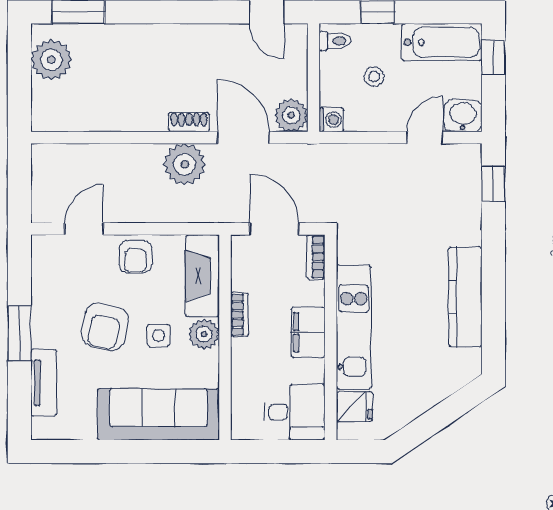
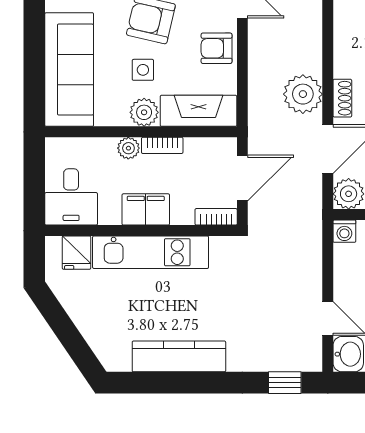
plant: (242, 351) -> (128, 148), added

